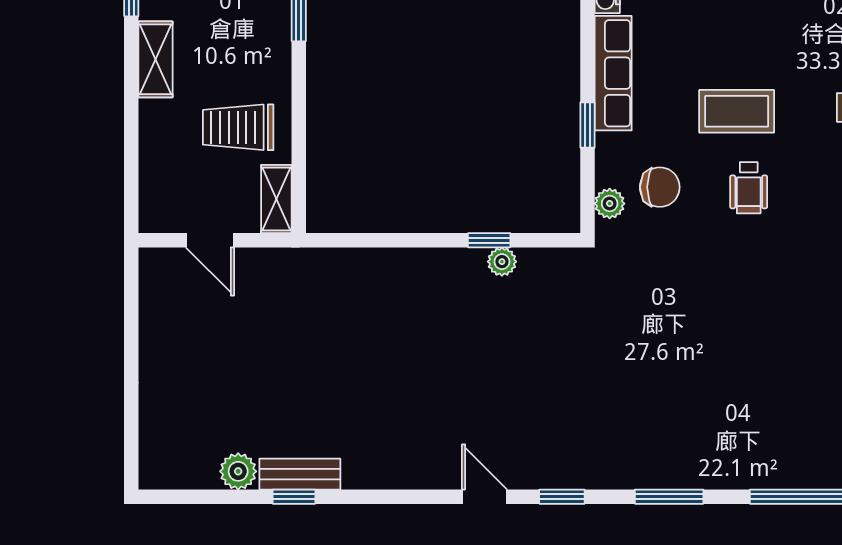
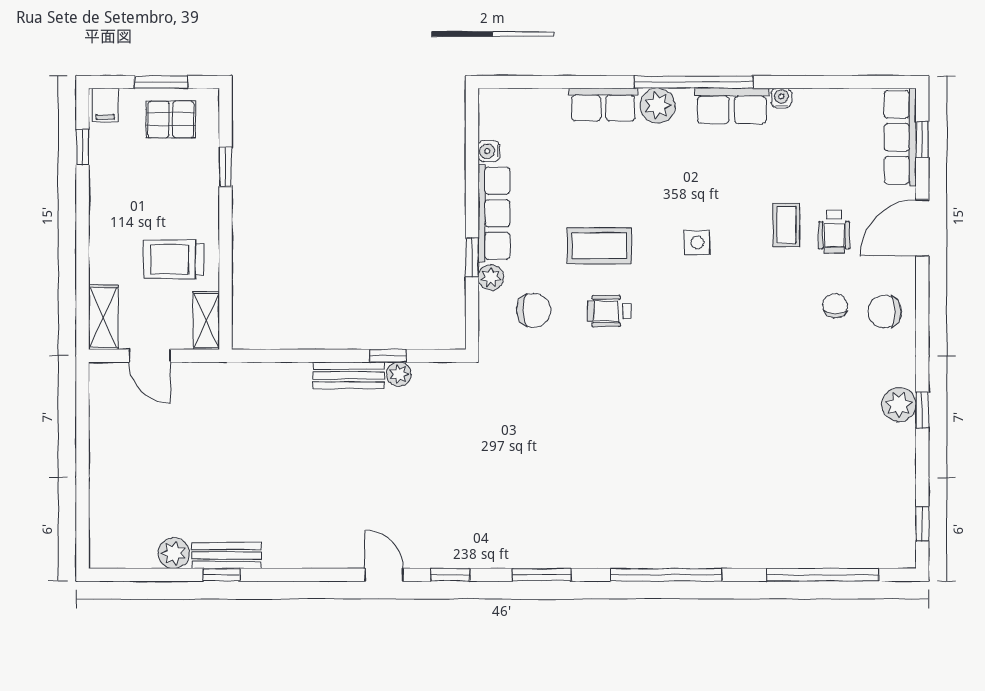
shelving: (155, 59) -> (103, 317), moved
wheelchair: (749, 188) -> (610, 311), turned 90
plant: (610, 204) -> (491, 277), moved
bench: (443, 263) -> (349, 375), added

